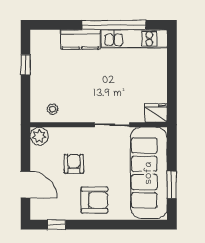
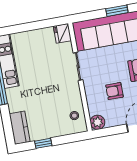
kitchen counter: (80, 39) -> (20, 128), moved

